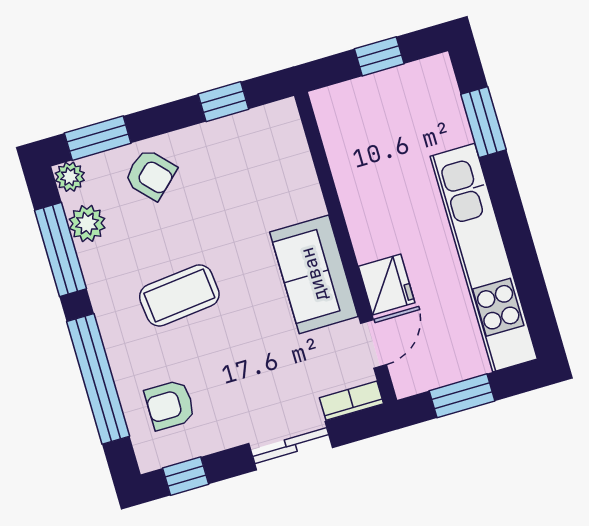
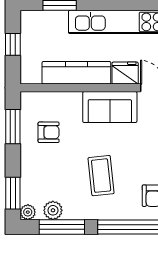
window: (223, 102) -> (13, 127), width x1.50
armchair: (151, 175) -> (49, 132), moved, turned 43
kitchen counter: (360, 192) -> (76, 73), added

